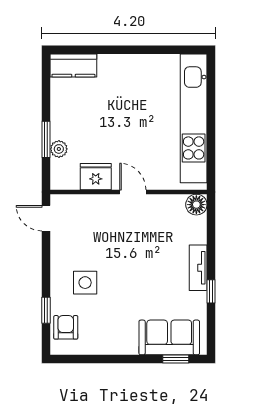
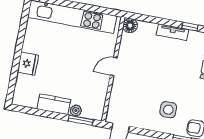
kitchen counter: (73, 65) -> (54, 104), moved, turned -90
window: (46, 139) -> (81, 120), moved
fridge: (96, 177) -> (28, 64), moved, turned 180

